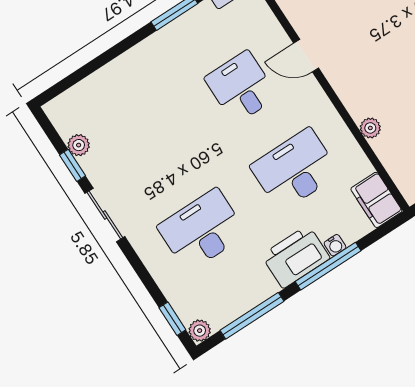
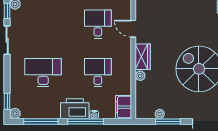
wardrobe: (353, 93) -> (143, 57), added
desk: (295, 170) -> (98, 73), width x0.73

